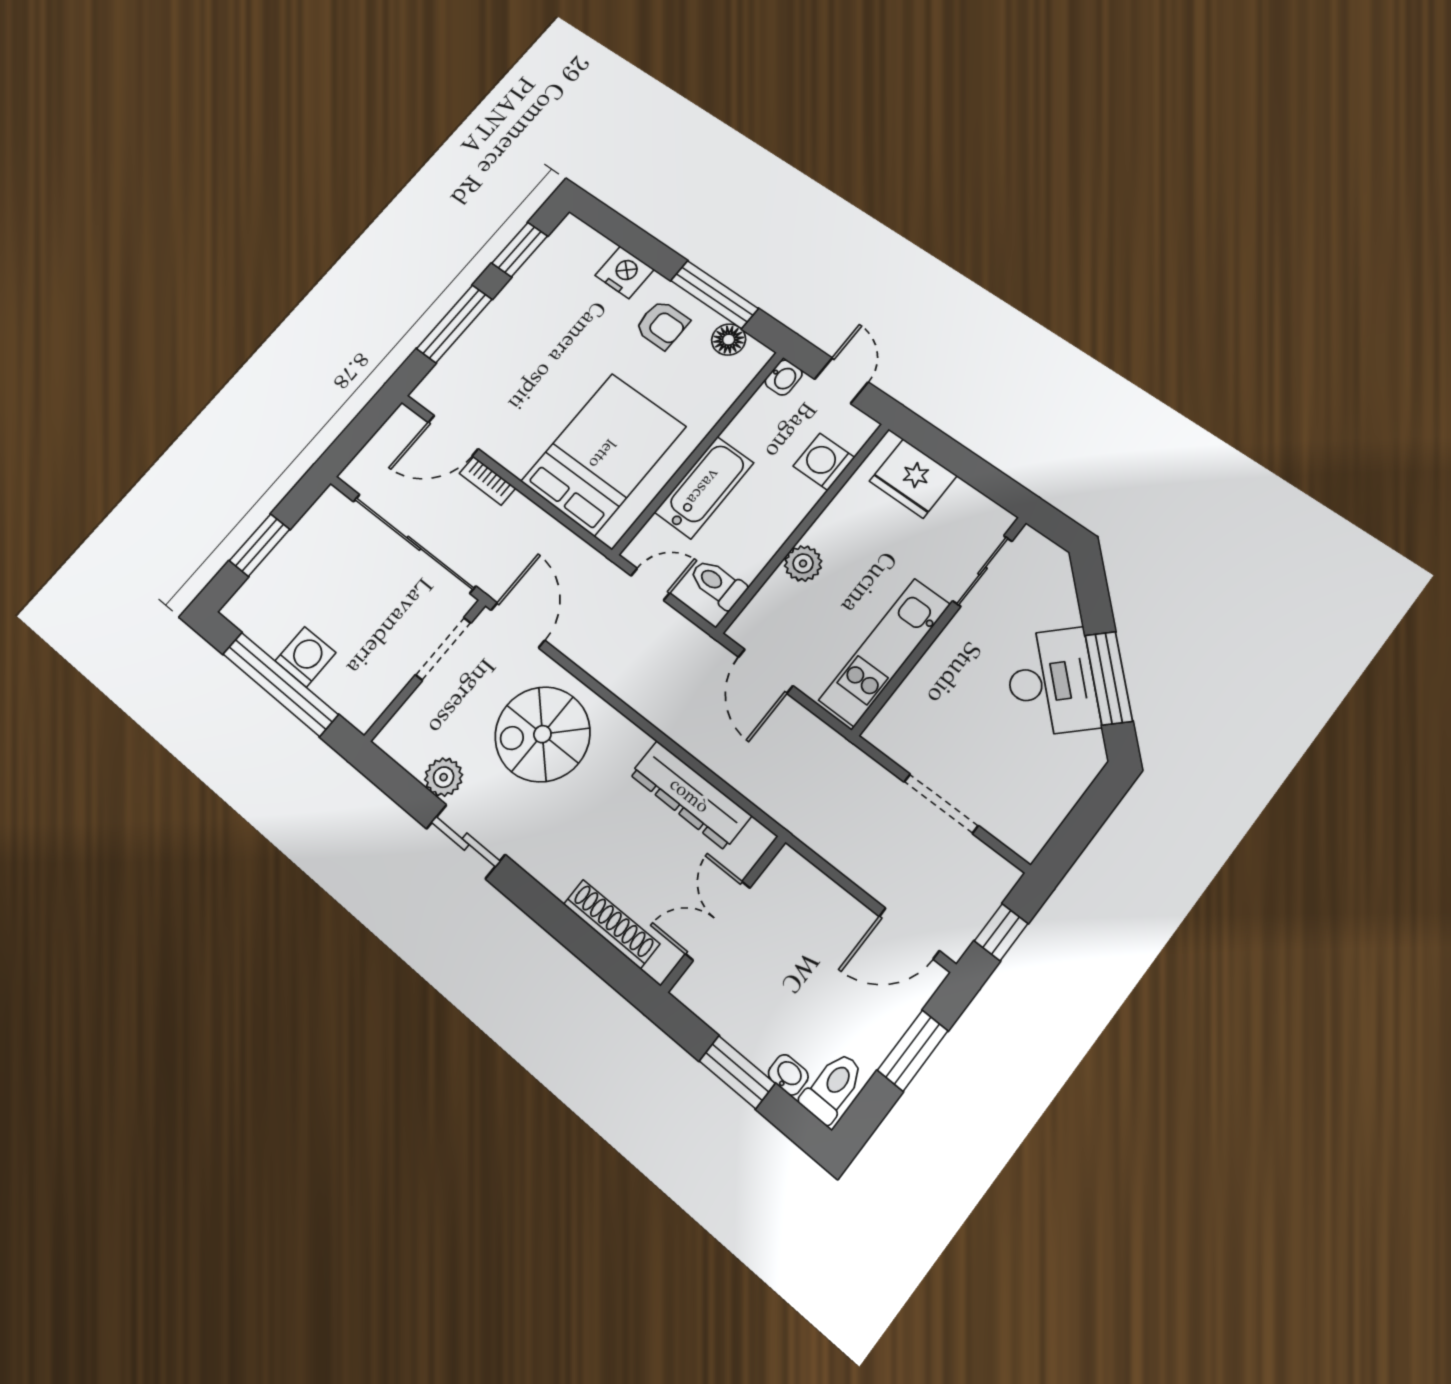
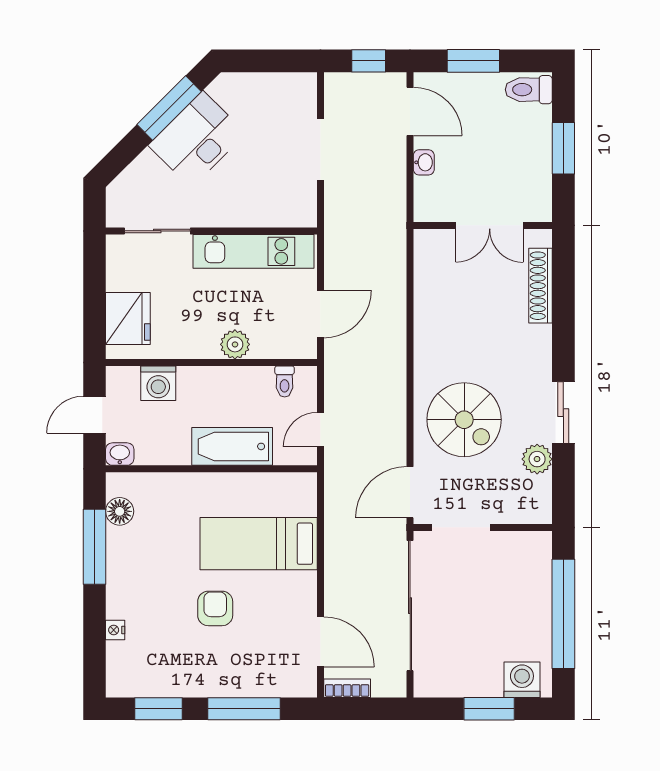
nightstand: (625, 272) -> (115, 630), width x0.53, depth x0.56
armchair: (662, 325) -> (215, 608), moved
bed: (603, 454) -> (259, 544), width x0.67
bookcase: (487, 481) -> (347, 688), moved, turned -90
door: (650, 584) -> (321, 430), hinge flipped
toilet: (718, 584) -> (285, 381), width x0.73, depth x0.72
washing machine: (305, 657) -> (522, 680), moved, turned 90
dresser: (690, 795) -> (430, 300), removed
washbasin: (788, 1075) -> (424, 162), moved, turned 180

